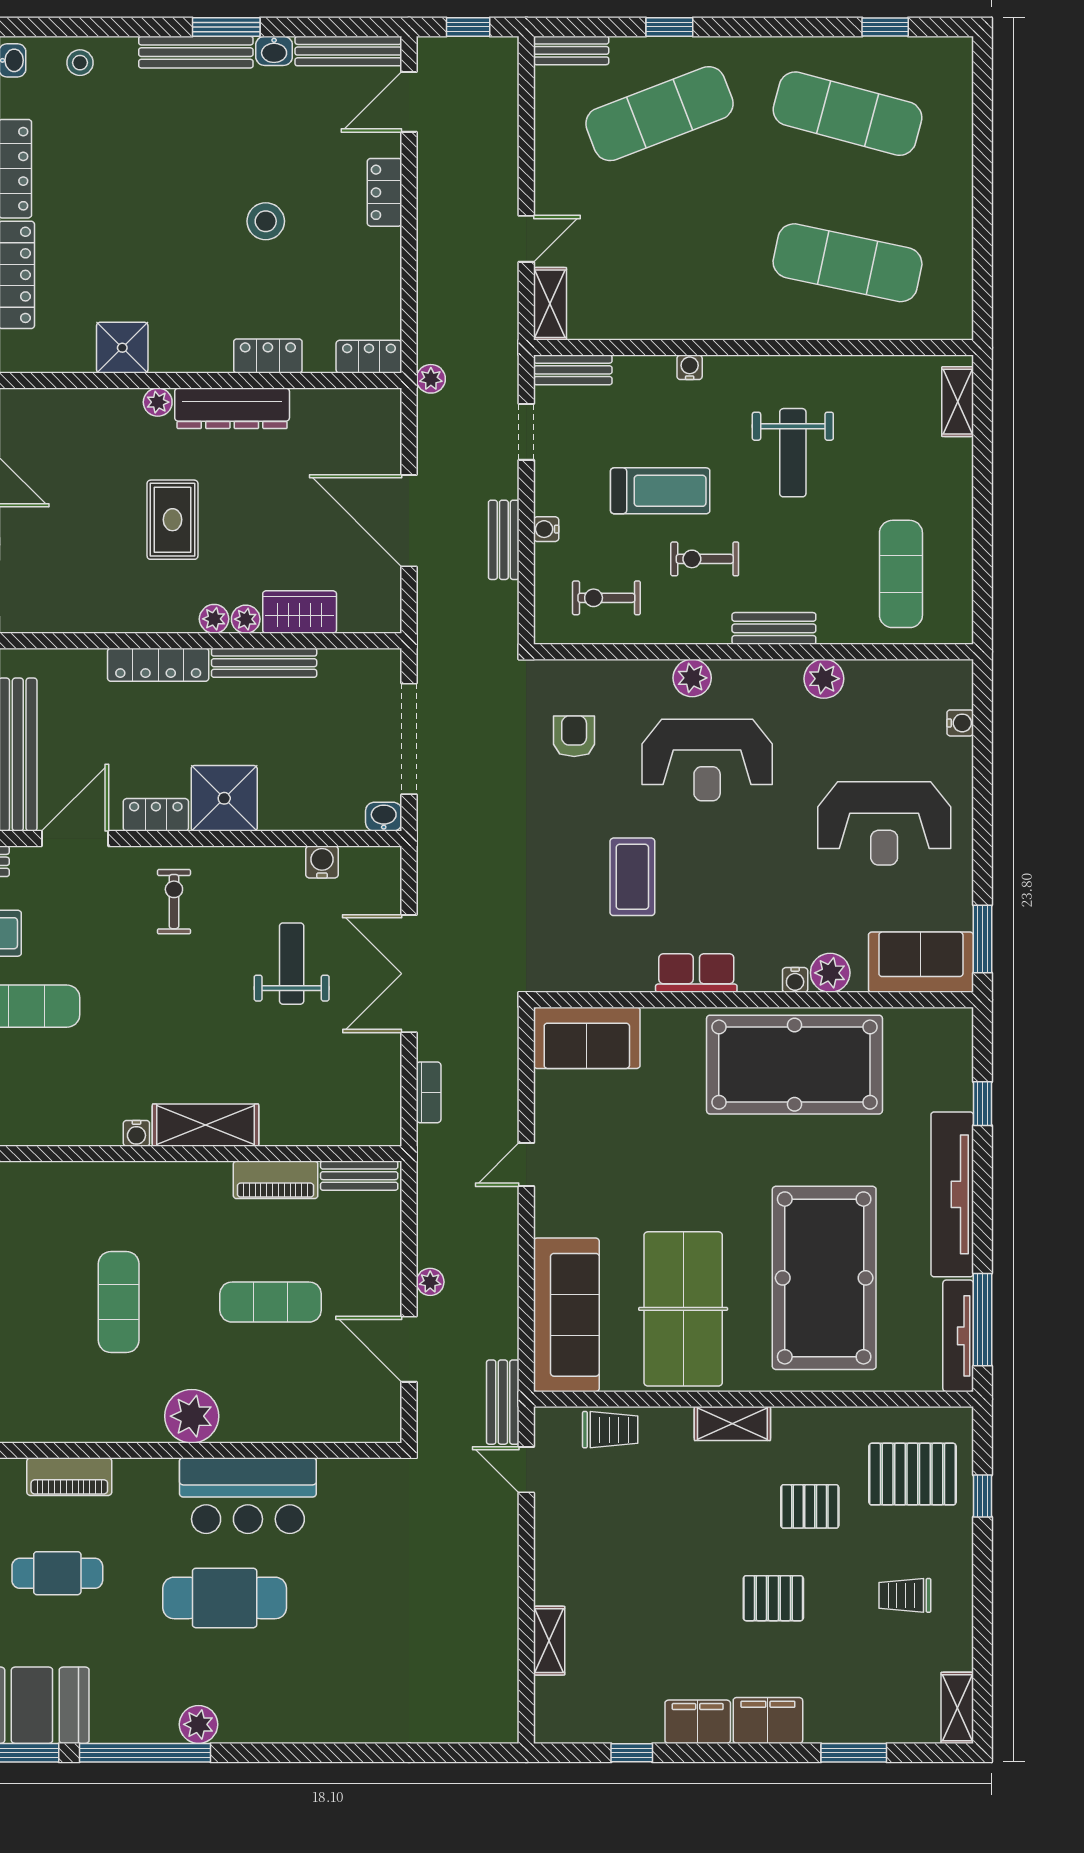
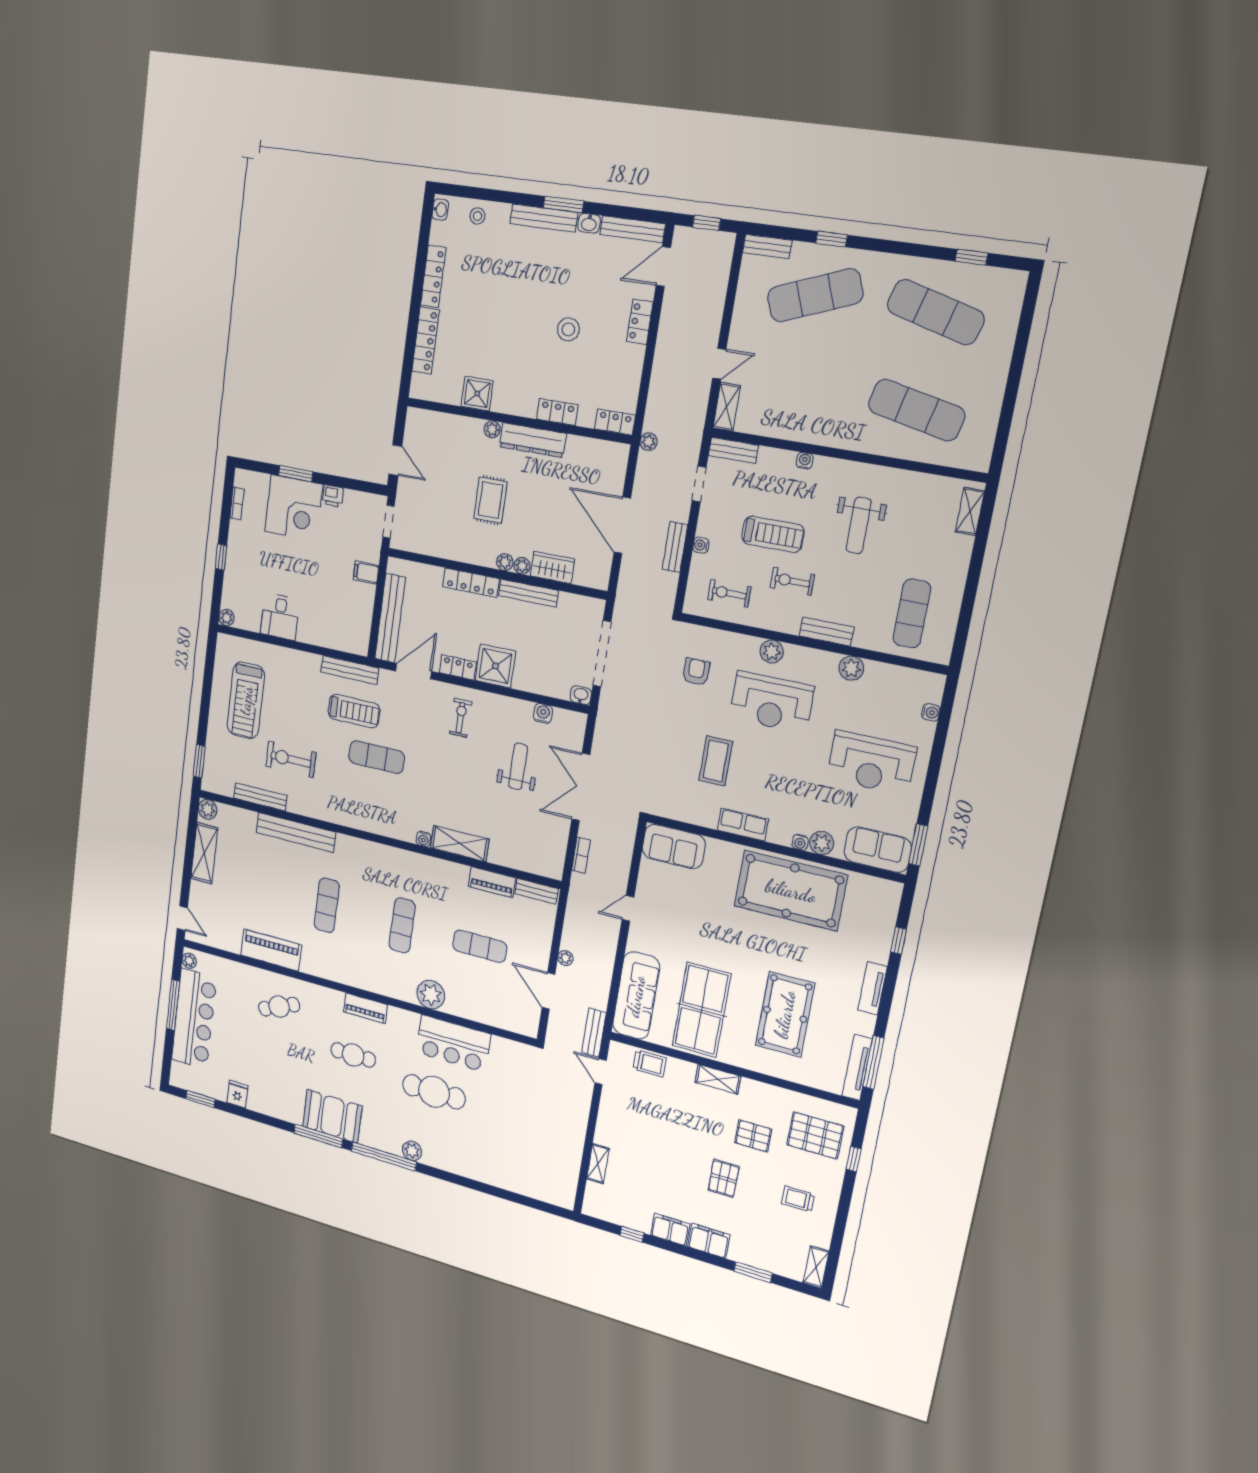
tv unit: (952, 1194) -> (872, 988), width x0.52, depth x0.78
pool table: (824, 1278) -> (785, 1014), width x0.73, depth x0.76
pallet: (773, 1598) -> (724, 1178), turned 90

